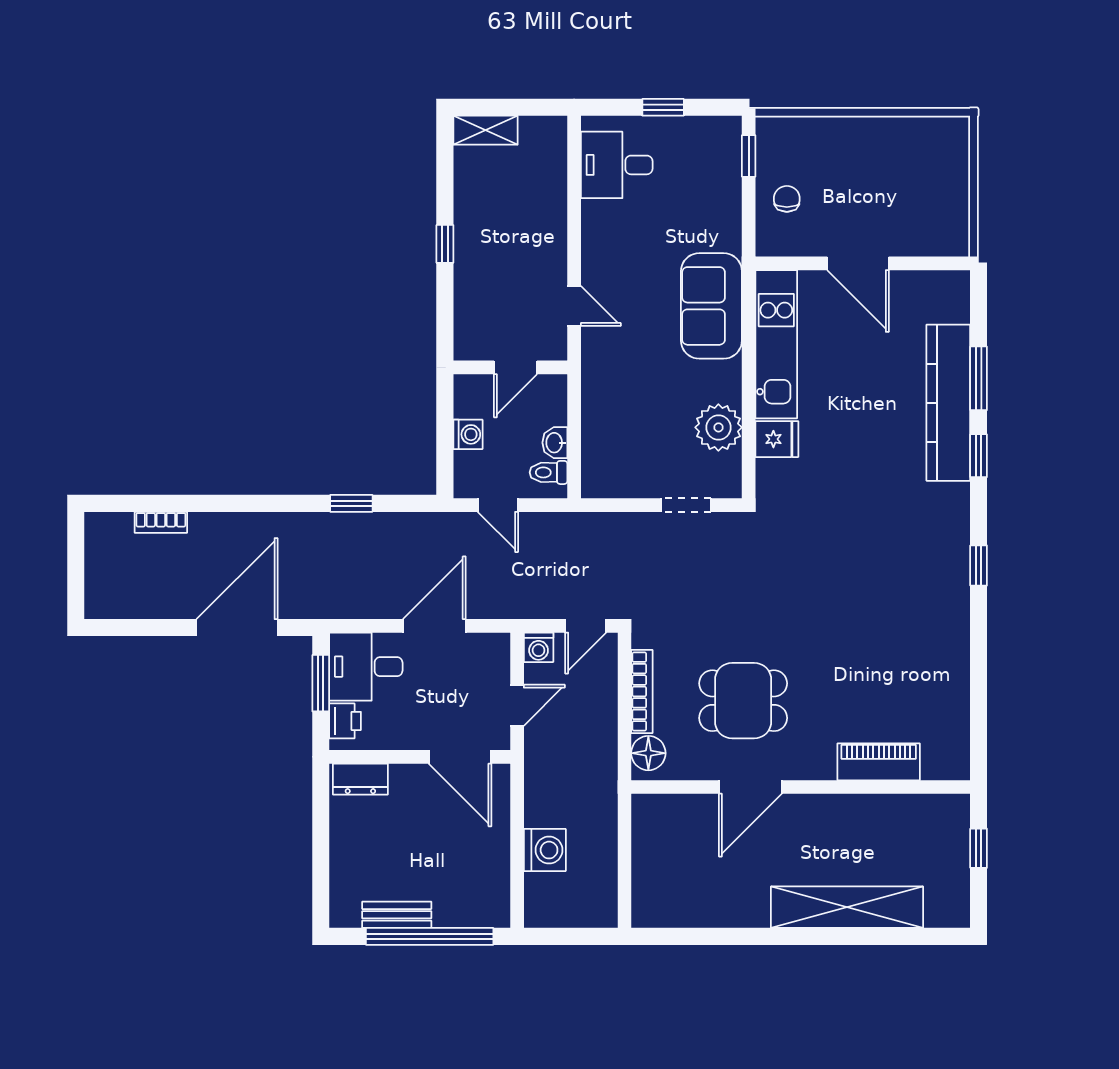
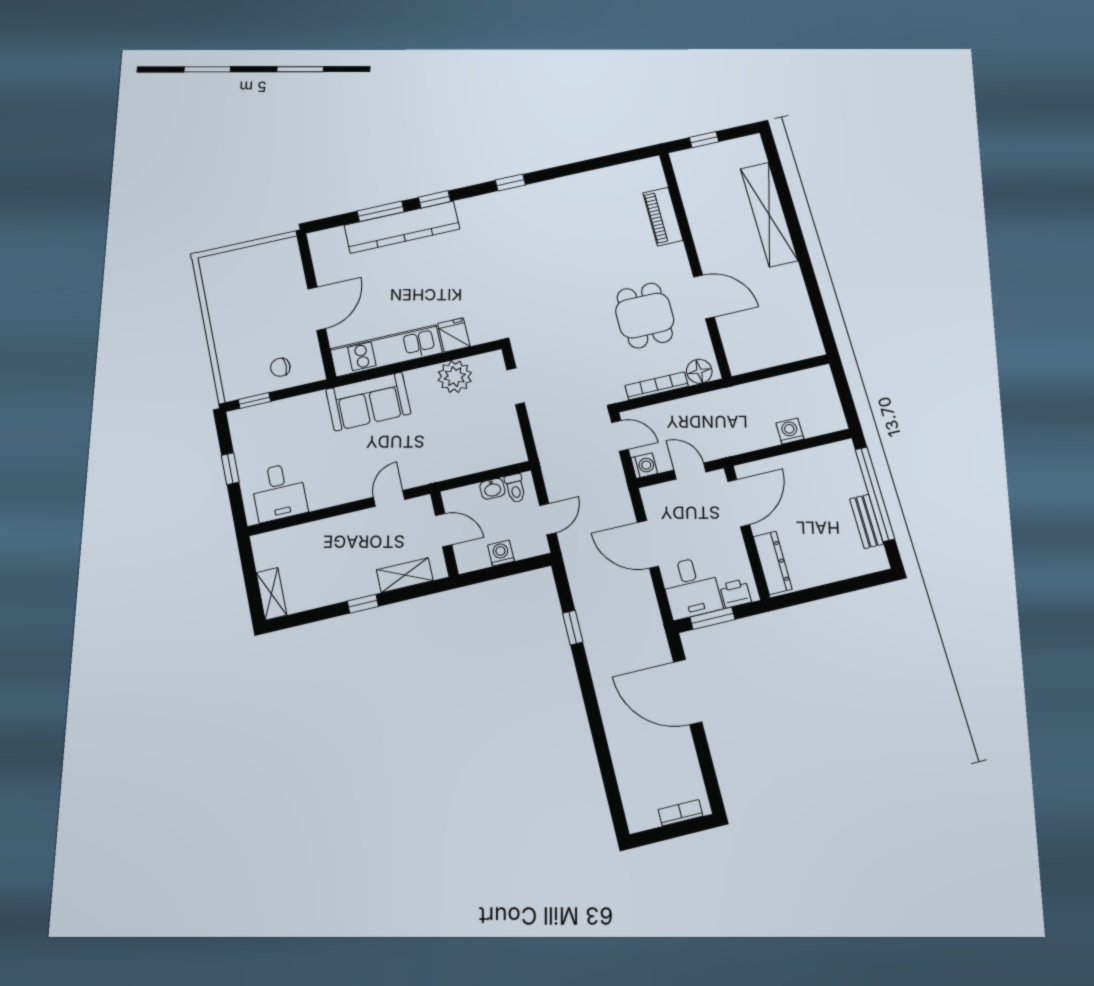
shelving: (469, 305) -> (405, 575), added
bookcase: (161, 522) -> (681, 813), moved, turned -90
dresser: (360, 779) -> (773, 563), width x1.44
washing machine: (545, 850) -> (790, 431), width x0.73, depth x0.73

